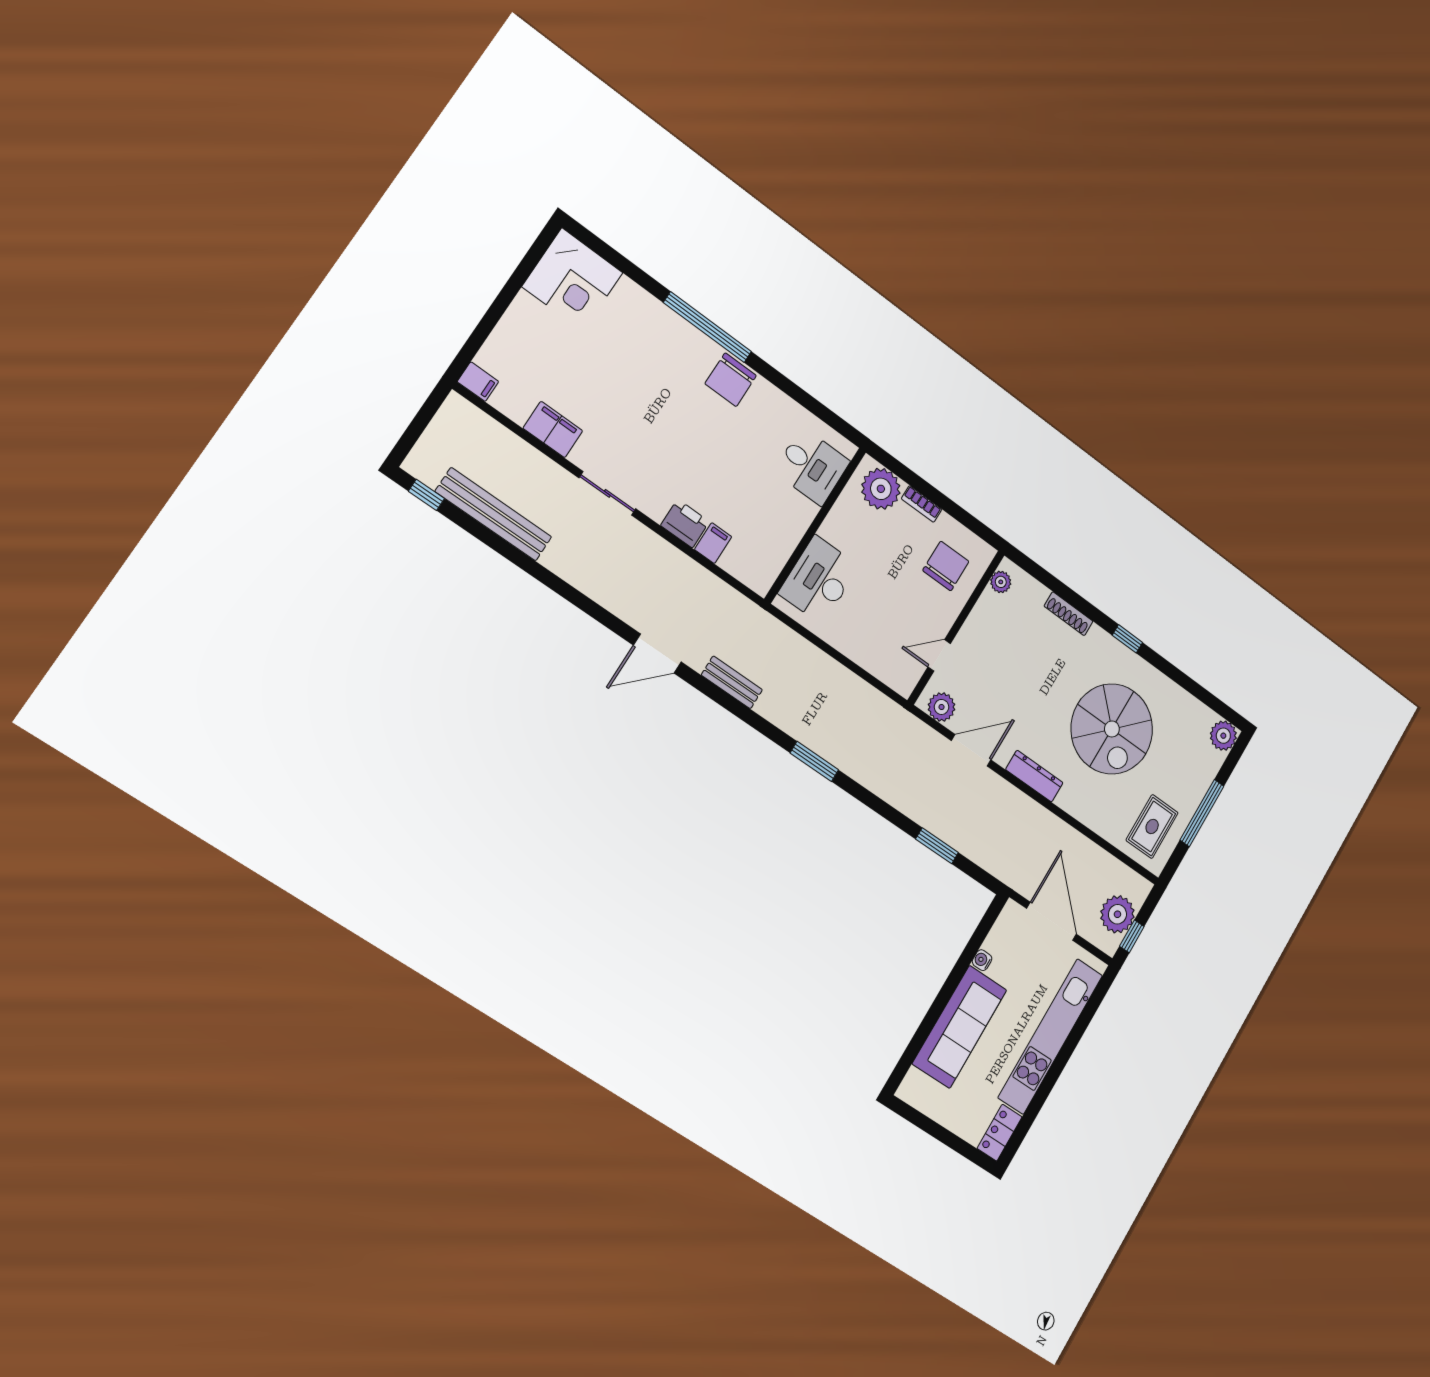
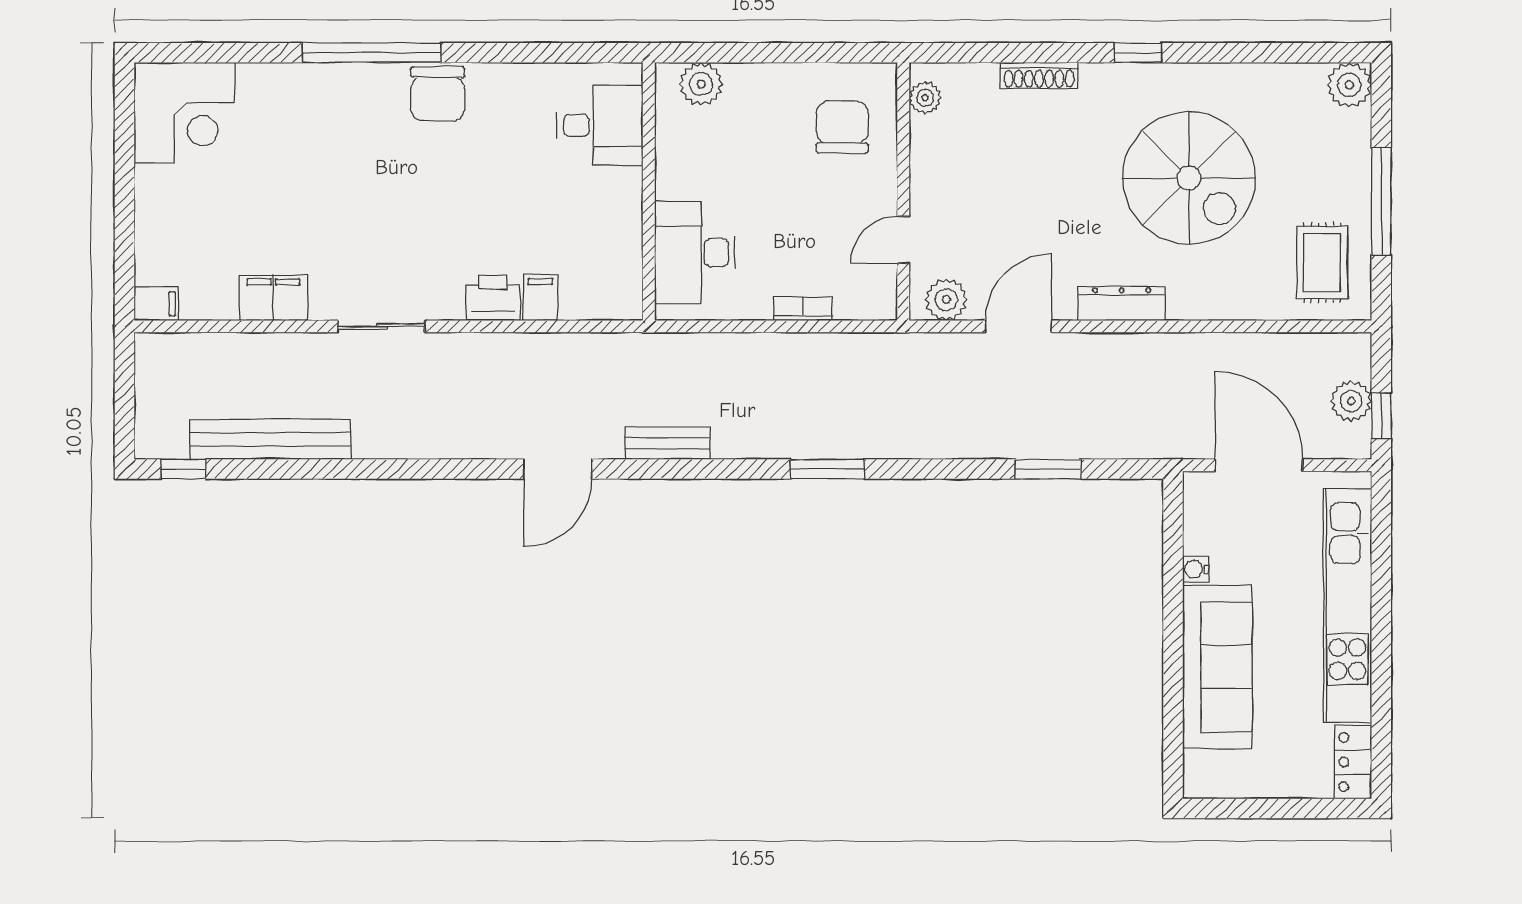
plant: (881, 489) -> (701, 84), width x0.73, depth x0.73
bookcase: (922, 504) -> (803, 309), moved, turned 180
plant: (1117, 914) -> (1351, 401), width x0.73, depth x0.73

